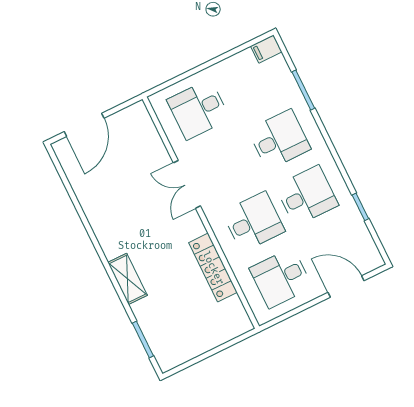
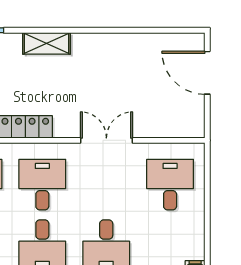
desk: (253, 222) -> (42, 185), turned 180

